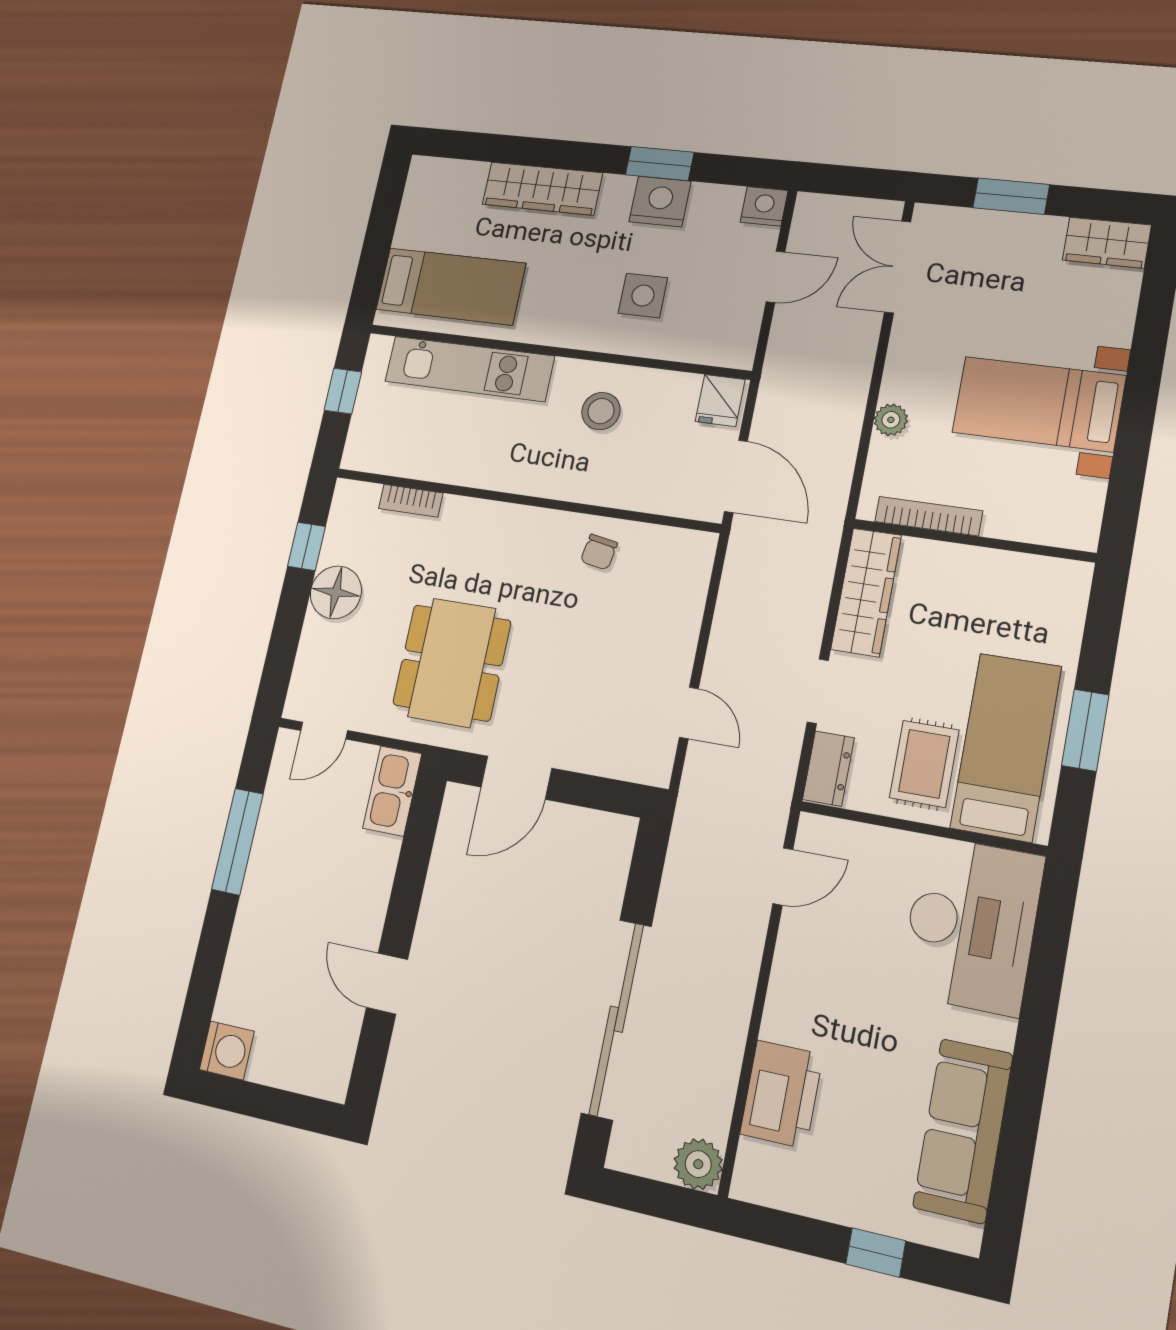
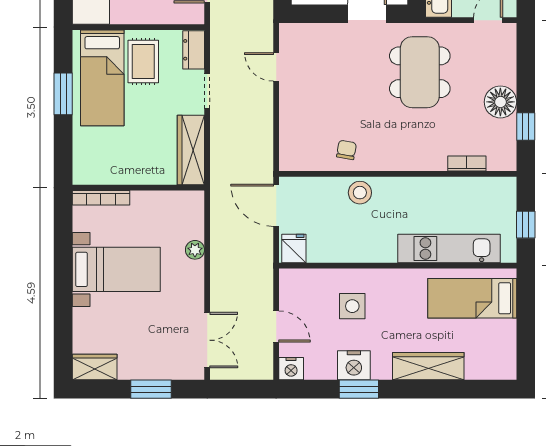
door: (776, 277) -> (276, 326), swing flipped
stool: (601, 411) -> (360, 193), moved
bookcase: (929, 516) -> (101, 198), moved

